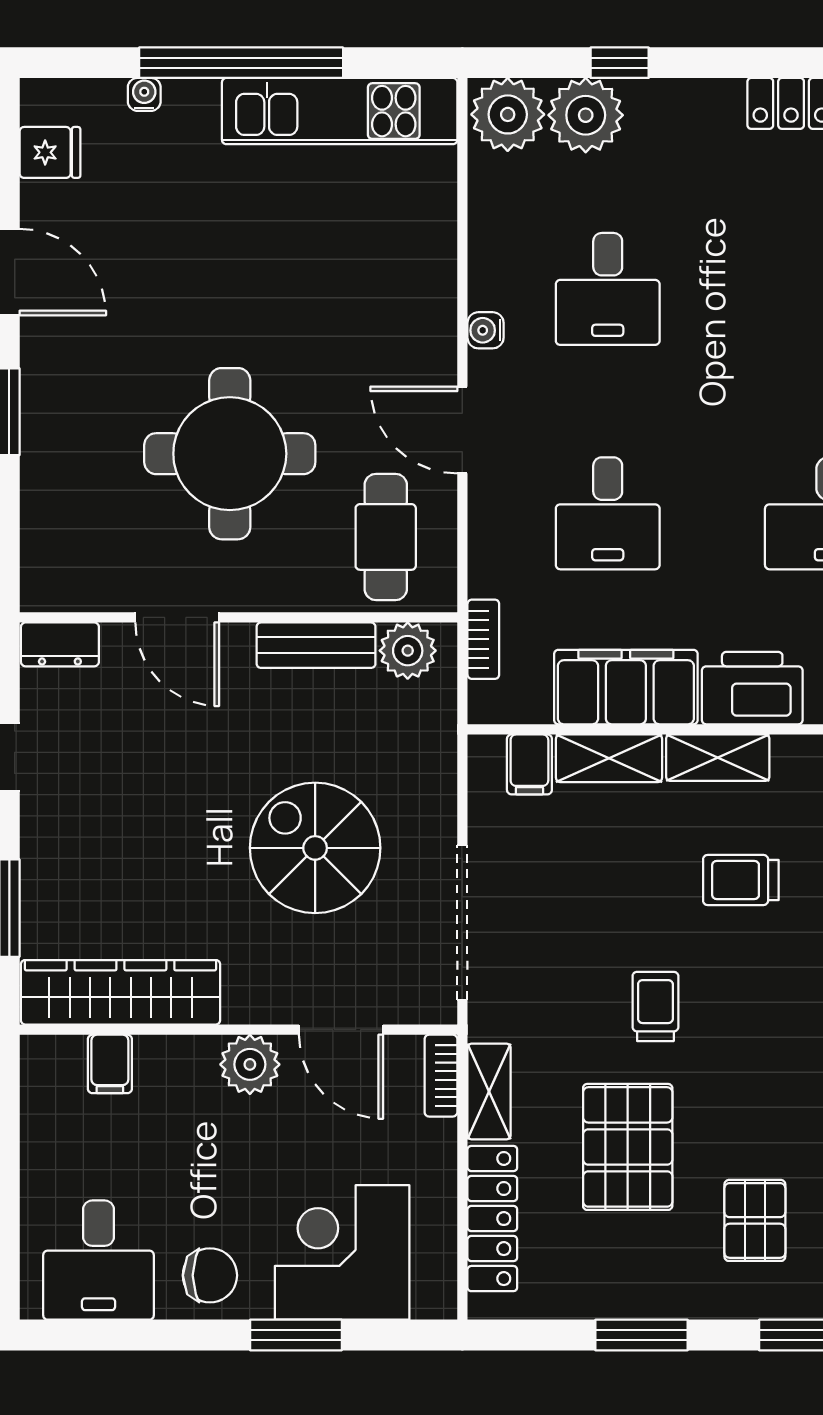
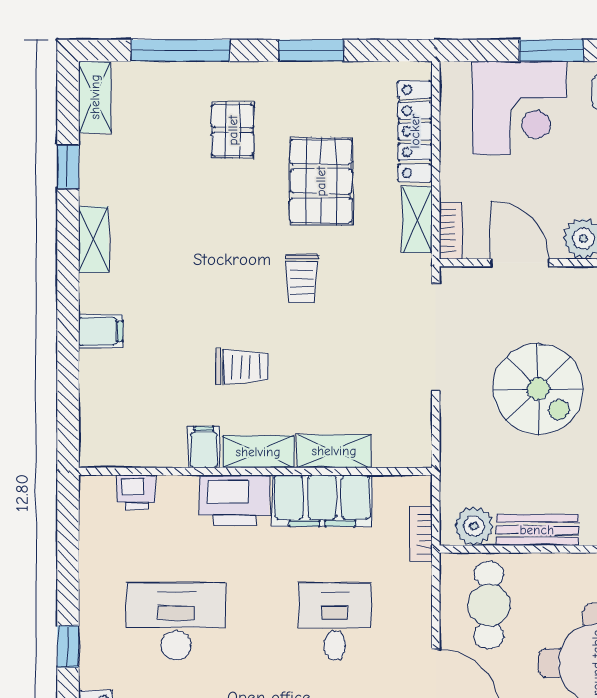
filing cabinet: (529, 764) -> (204, 447), moved

